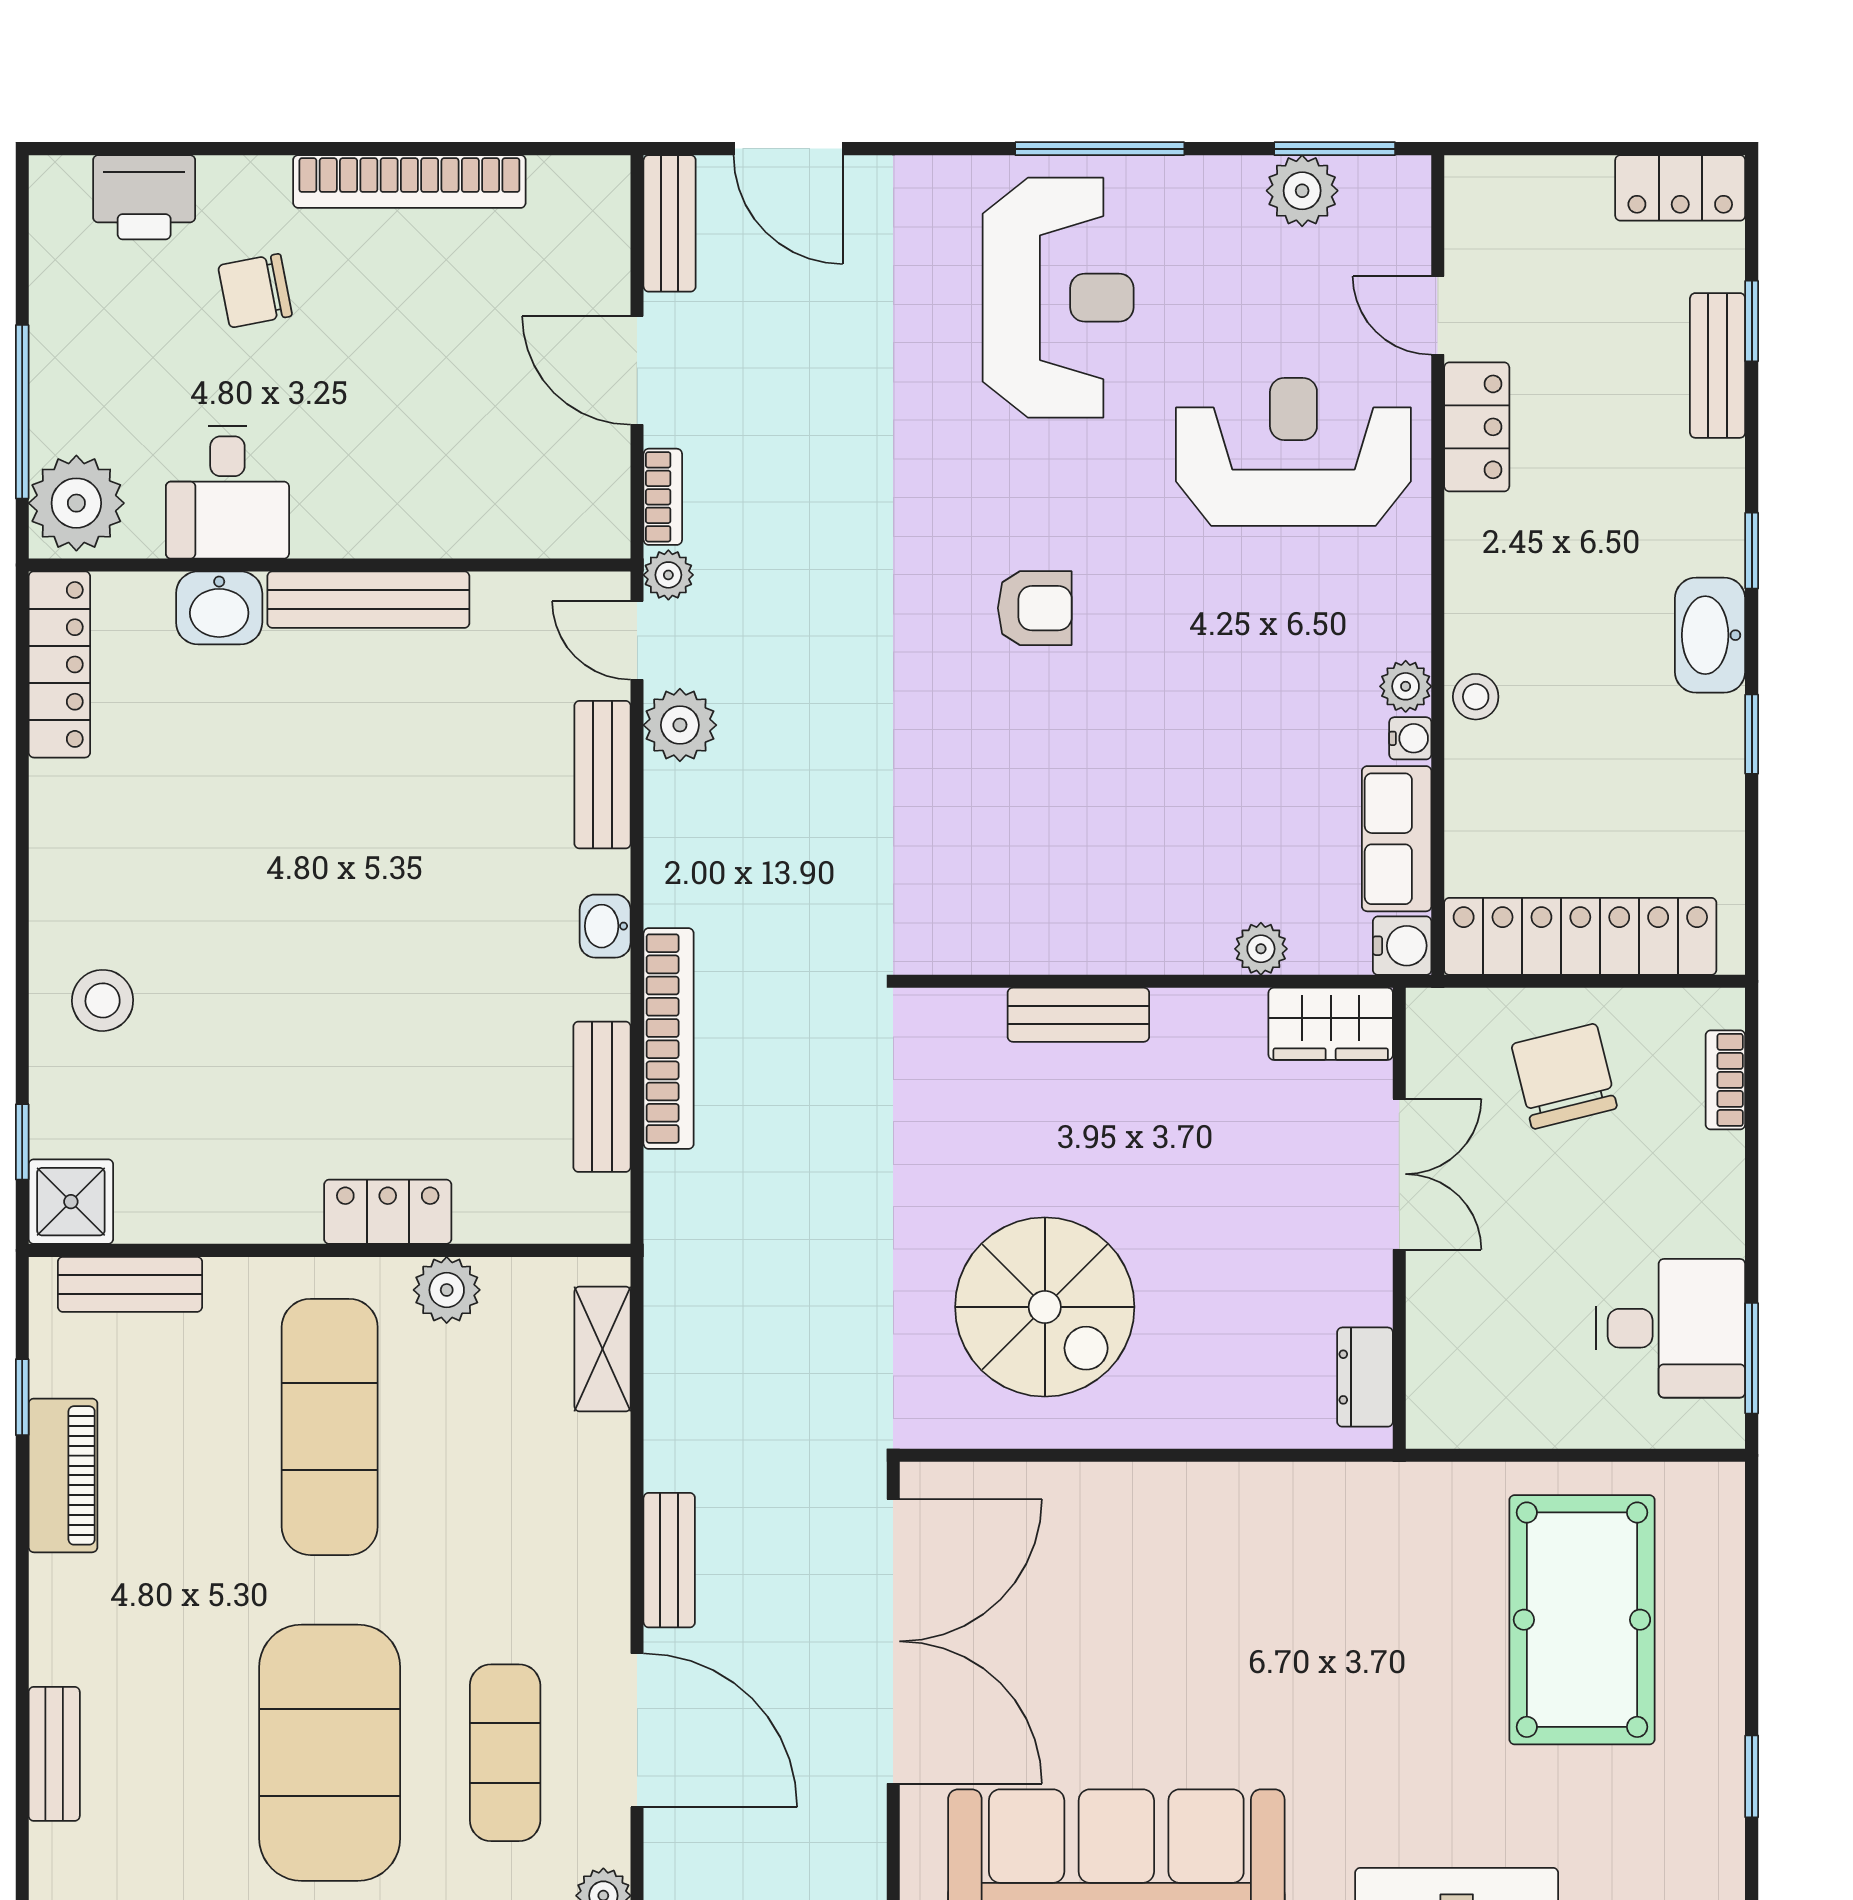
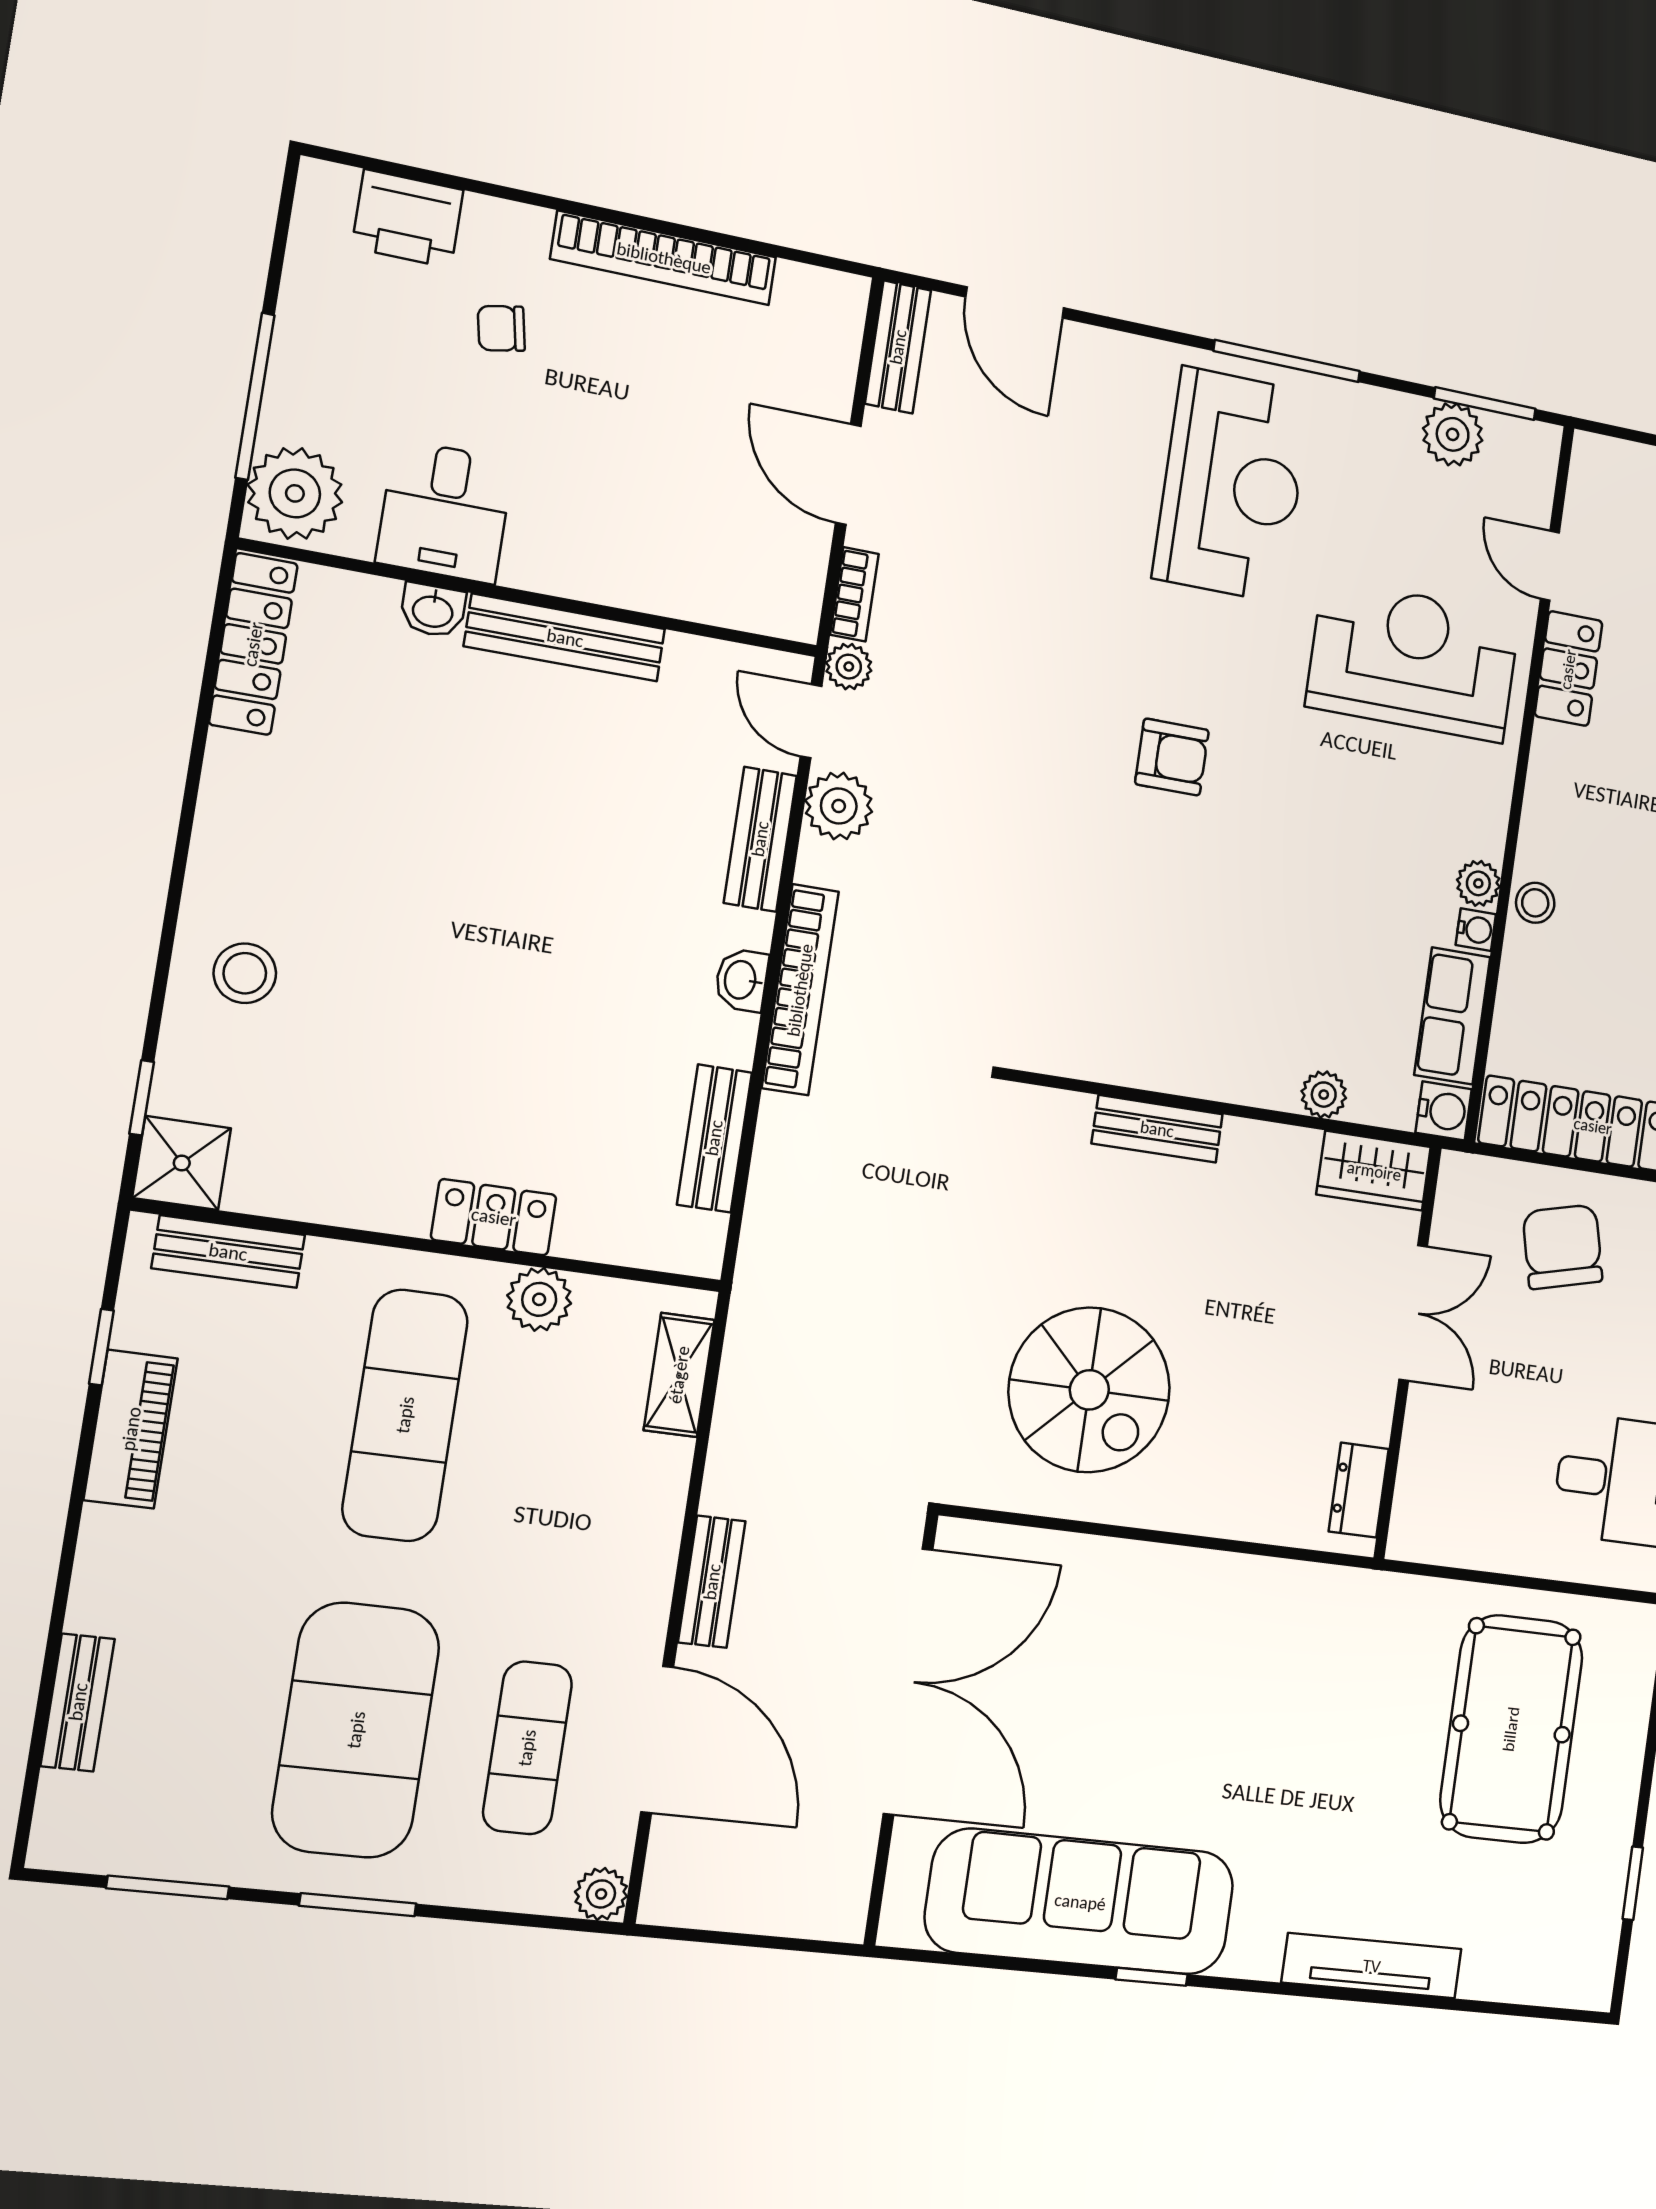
chair: (255, 291) -> (501, 328), width x0.73, depth x0.73
washbasin: (219, 608) -> (433, 610), width x0.72, depth x0.69
bookcase: (669, 1039) -> (800, 990), moved

